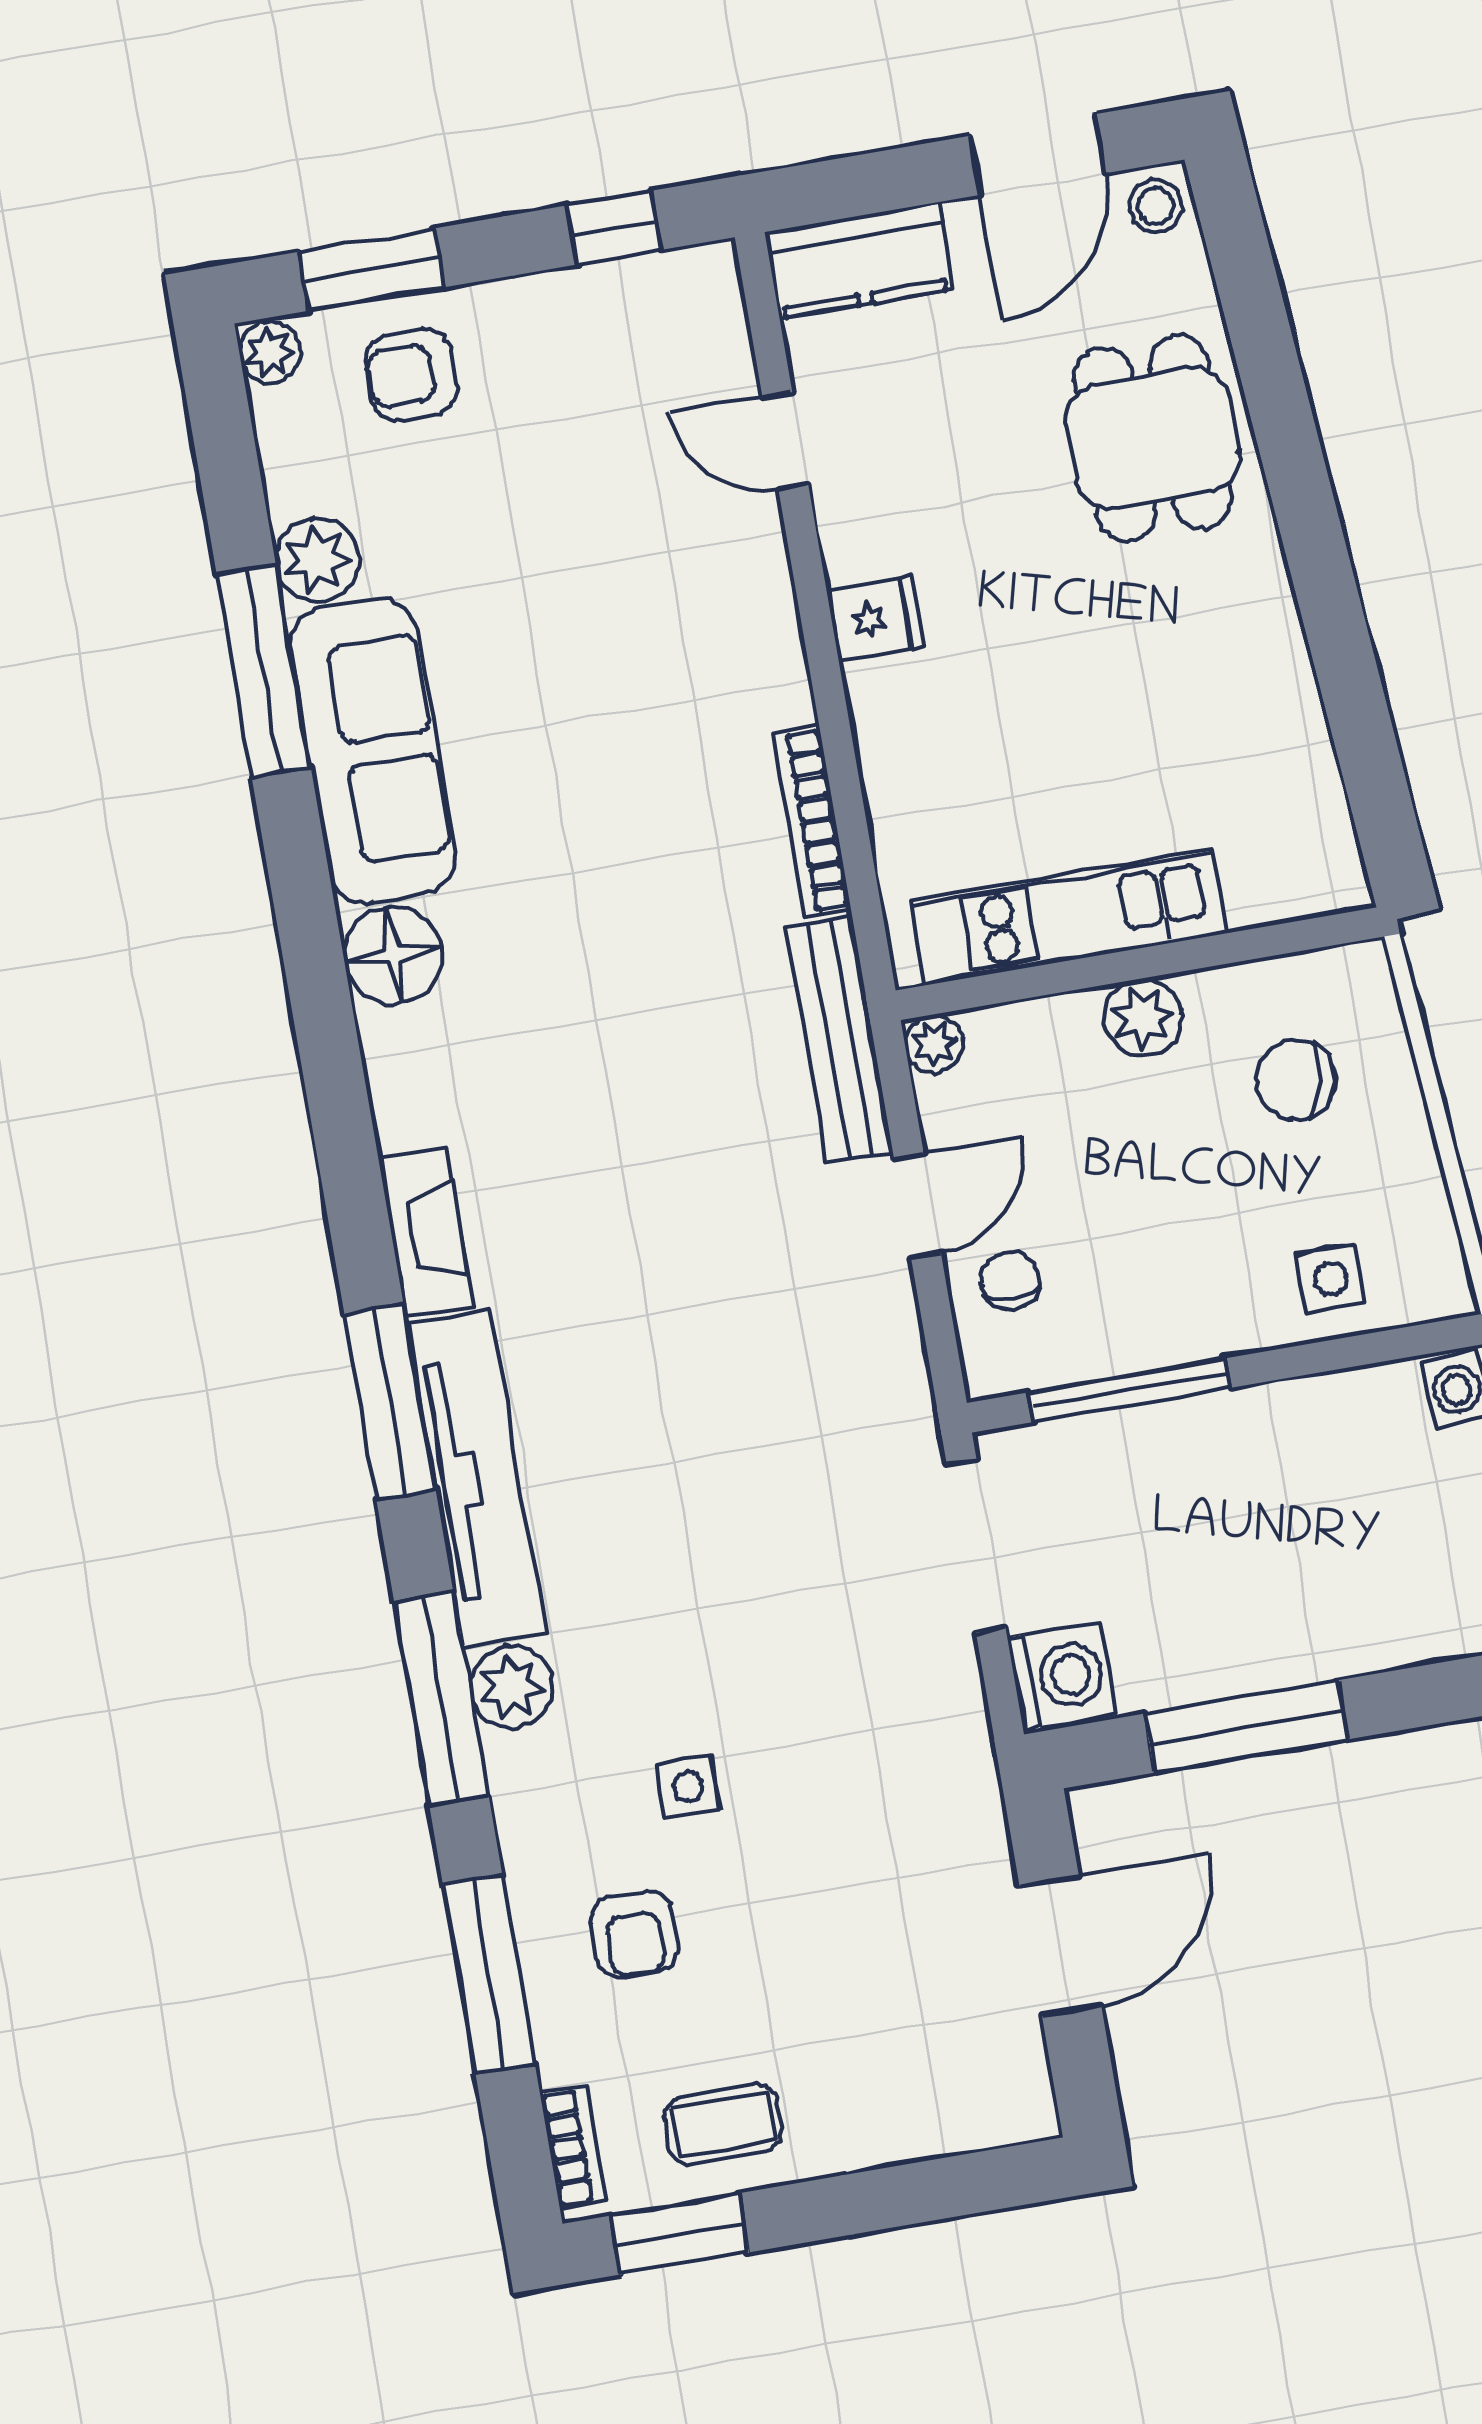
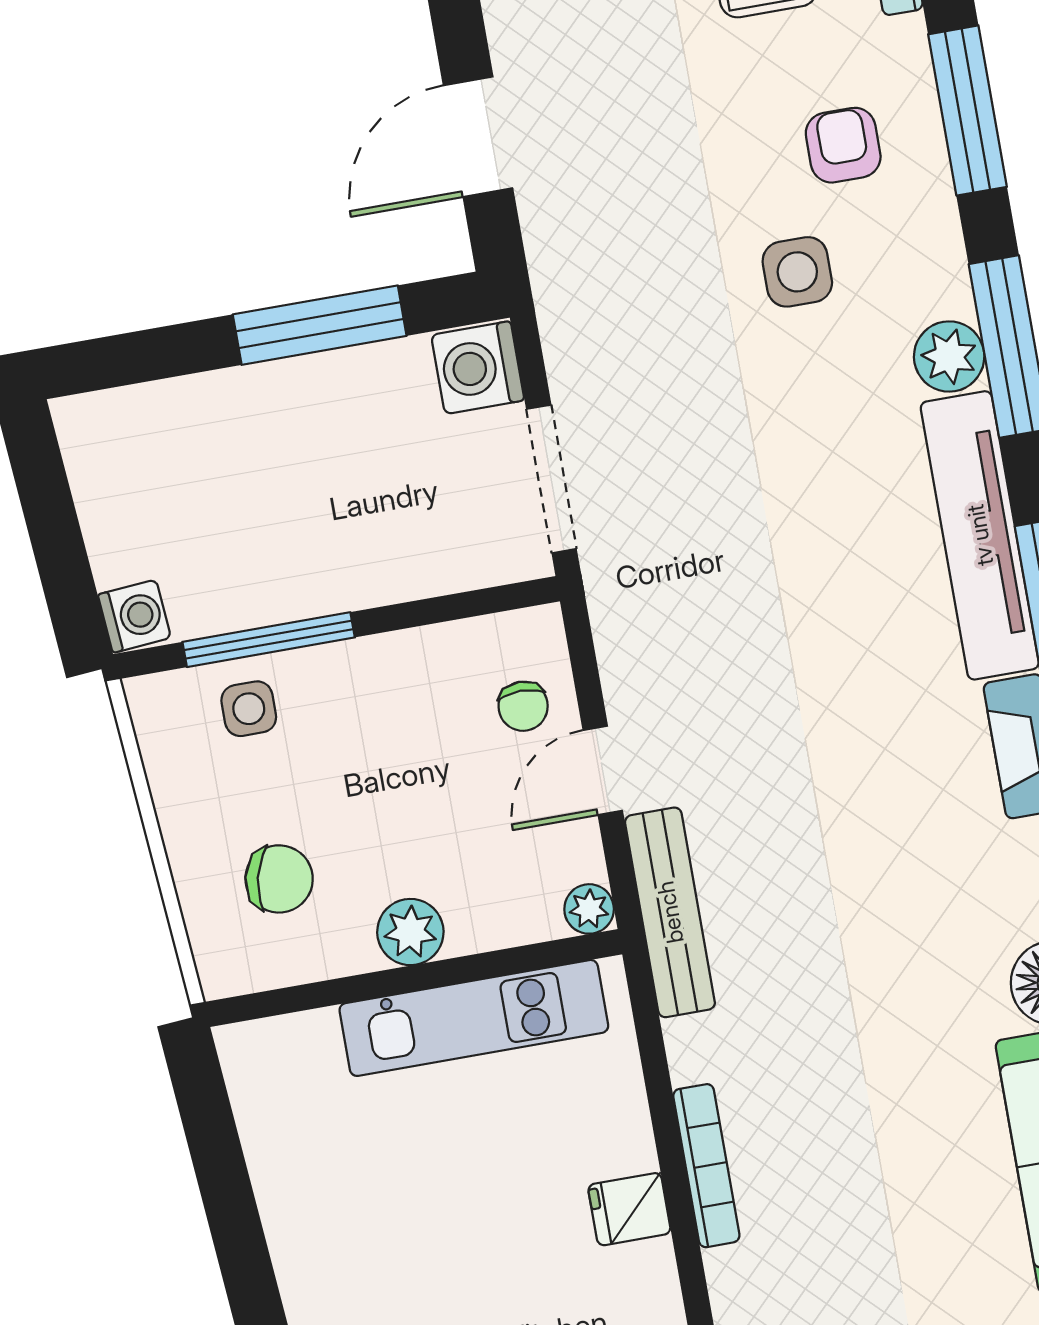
fridge: (875, 619) -> (629, 1209), moved
bookcase: (812, 822) -> (706, 1166), moved
window: (1129, 1390) -> (269, 640), moved
side table: (688, 1787) -> (797, 272), width x1.37, depth x1.37

